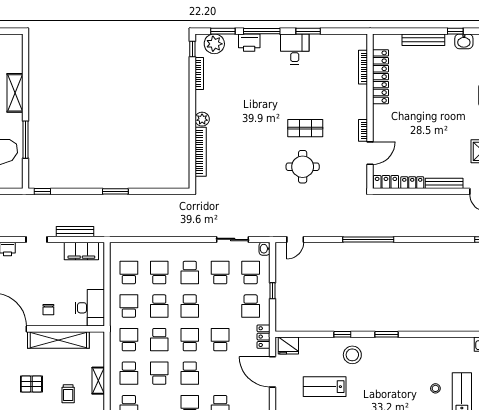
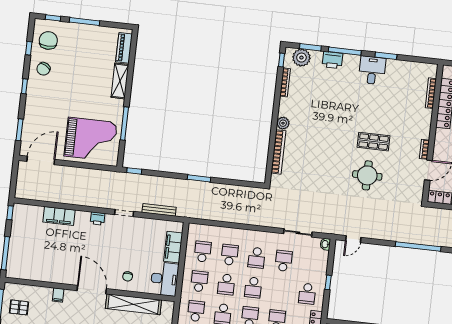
piano: (15, 55) -> (124, 48), added
filing cabinet: (81, 251) -> (173, 247), moved, turned 90
school desk: (251, 273) -> (311, 264), removed

